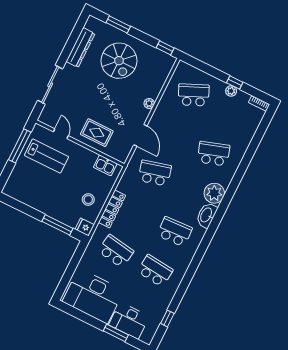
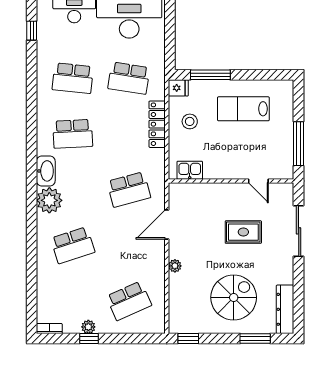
dresser: (81, 48) -> (285, 309), moved
spiral stairs: (119, 61) -> (234, 297), turned 90
rug: (97, 133) -> (243, 232), moved
door: (140, 135) -> (167, 224), hinge flipped
lab bench: (46, 156) -> (243, 109), moved

